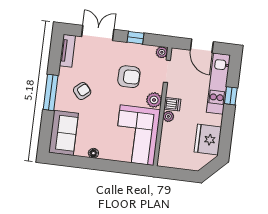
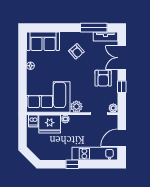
double door: (98, 33) -> (122, 58), swing flipped
armchair: (129, 77) -> (103, 78), moved
window: (51, 92) -> (94, 28), moved
window: (231, 96) -> (72, 164), moved
dishwasher: (172, 104) -> (33, 121), moved
fridge: (208, 139) -> (50, 124), moved, turned 180

